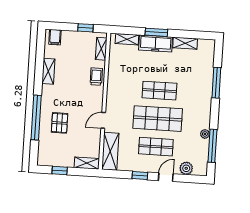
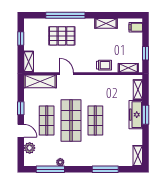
shelving: (185, 43) -> (138, 156), moved
pallet: (60, 123) -> (62, 36), width x1.50, depth x1.42

